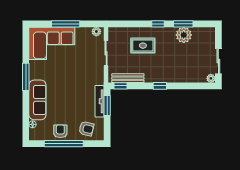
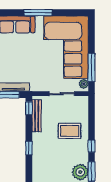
window: (66, 24) -> (92, 67), moved
corner sofa: (52, 43) -> (66, 47), width x1.36, depth x1.36
rug: (143, 46) -> (70, 131), turned 90

